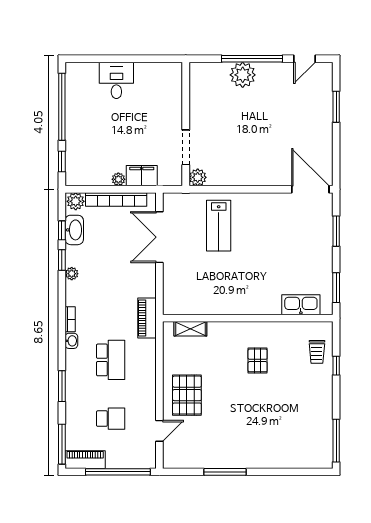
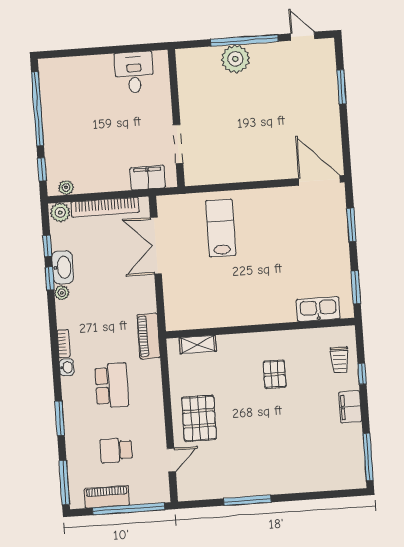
door: (305, 59) -> (303, 36), swing flipped
desk: (116, 80) -> (134, 72), moved
filing cabinet: (142, 176) -> (148, 178), moved
plant: (198, 177) -> (194, 176), removed
plant: (118, 179) -> (66, 187), moved
lab bench: (219, 226) -> (221, 228), turned 180
washbasin: (74, 230) -> (63, 267), moved
filing cabinet: (323, 395) -> (350, 407), added
school desk: (111, 419) -> (116, 450), turned 180
piano: (85, 460) -> (107, 497), moved

